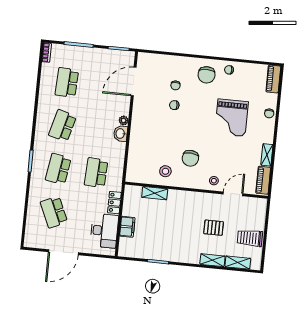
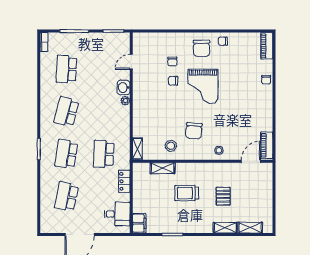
door: (134, 82) -> (131, 62), width x0.53
grand piano: (231, 118) -> (203, 86), moved
washbasin: (121, 134) -> (124, 87), moved
shelving: (267, 155) -> (138, 149), moved
door: (233, 194) -> (251, 161), moved
school desk: (54, 212) -> (66, 196), turned 36
filing cabinet: (127, 227) -> (139, 223), moved
pallet: (214, 228) -> (223, 196), turned 90
desk: (104, 231) -> (117, 214), width x0.73
trolley: (250, 238) -> (187, 193), moved

